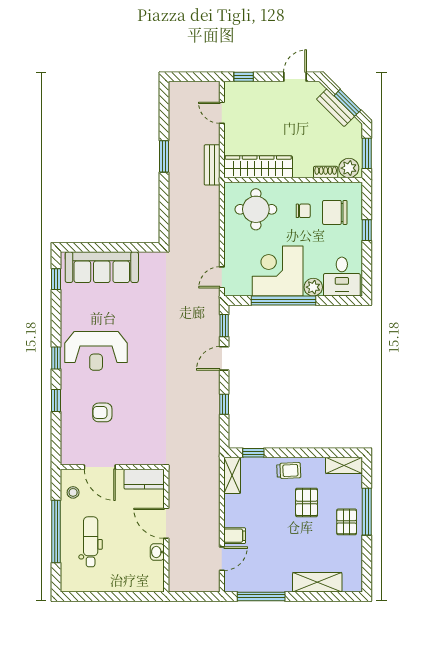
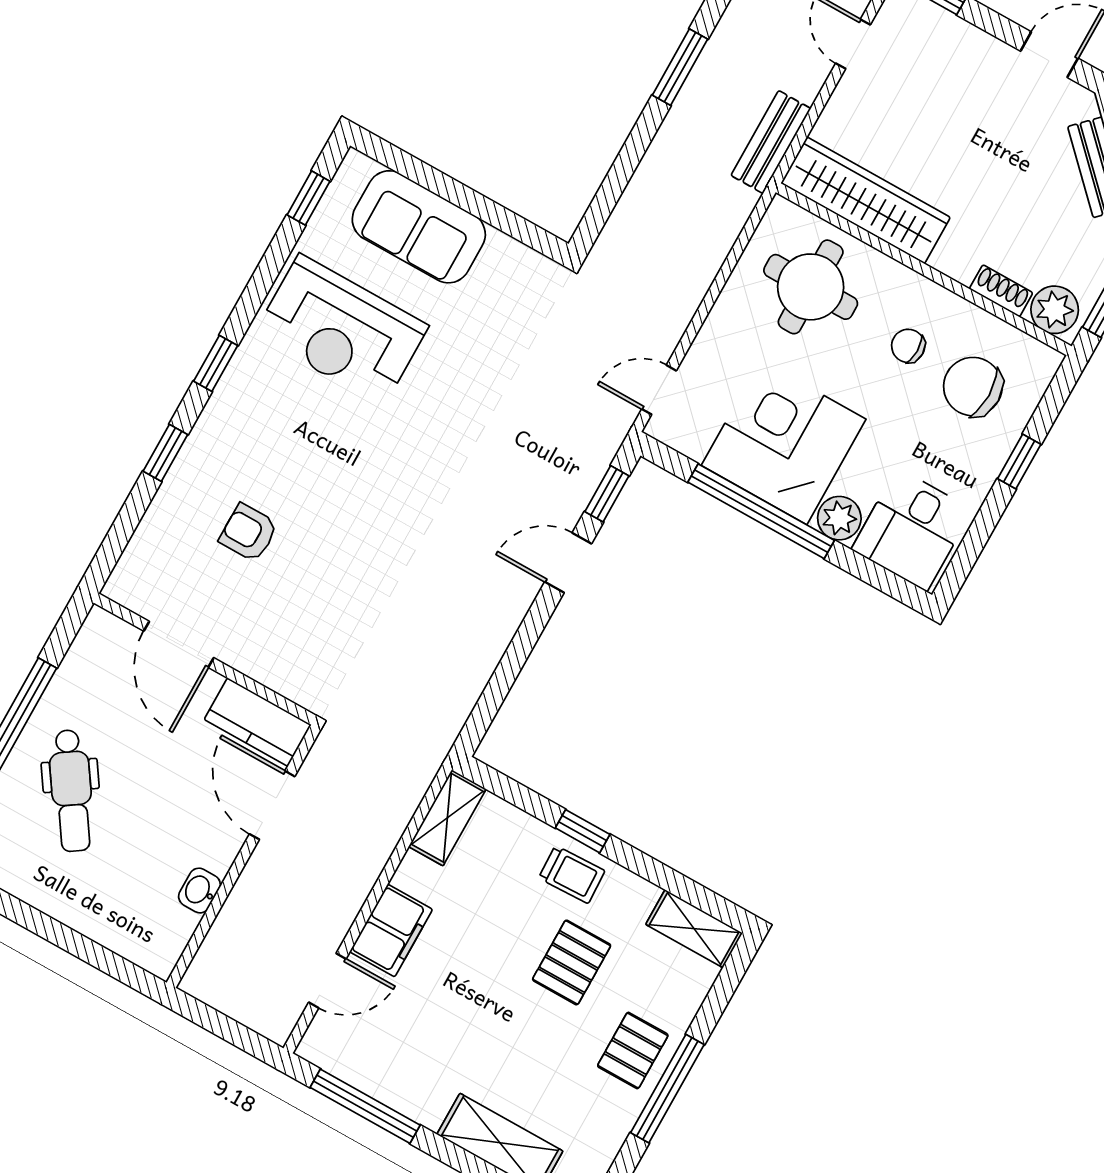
chair: (303, 211) -> (908, 346), turned 180
sofa: (102, 267) -> (419, 227), width x0.73
reception desk: (96, 351) -> (341, 330), moved
window: (224, 404) -> (514, 659), removed
window: (253, 453) -> (583, 831), moved
stool: (73, 492) -> (93, 666), removed
window: (367, 512) -> (667, 1089), moved
door: (166, 523) -> (272, 805), moved
filing cabinet: (235, 536) -> (391, 931), width x2.00
dental chair: (91, 542) -> (71, 791), turned 146

